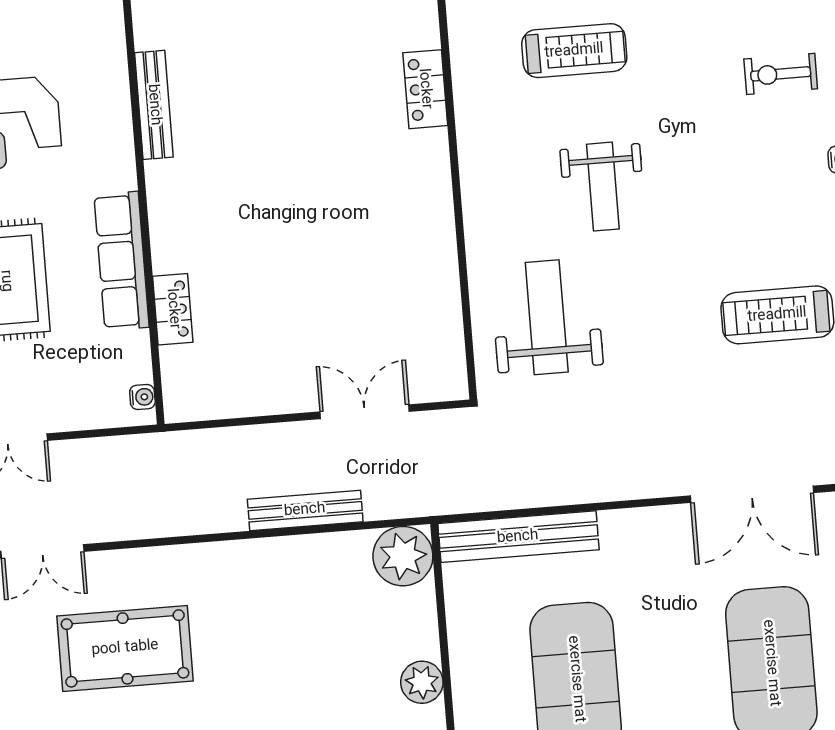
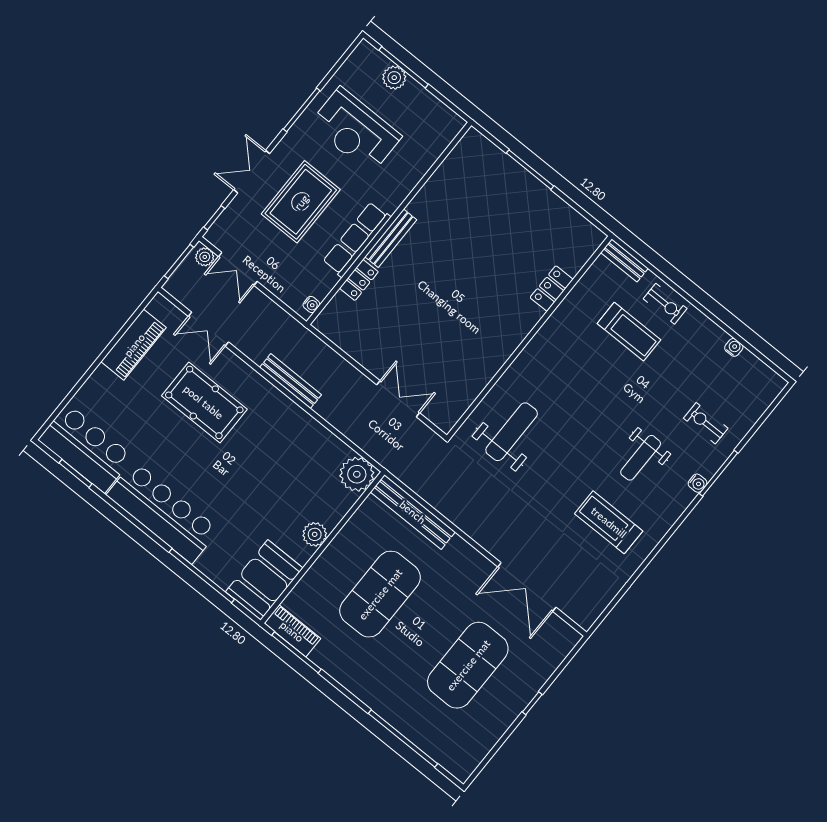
bench: (154, 105) -> (391, 238), moved
weight bench: (603, 187) -> (641, 458), moved
bench: (305, 510) -> (291, 381), moved

